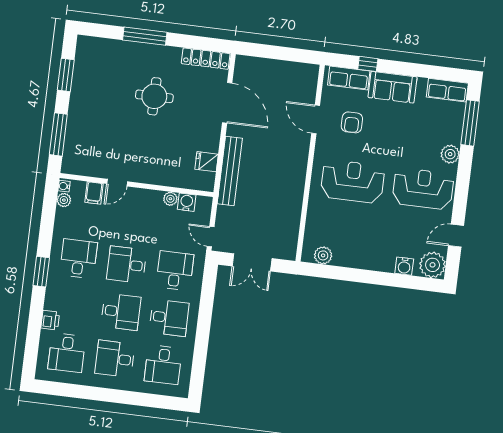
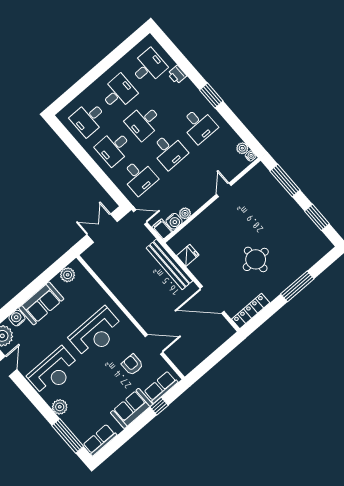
filing cabinet: (94, 193) -> (162, 229), moved
sofa: (371, 256) -> (41, 303), added
desk: (127, 265) -> (169, 151), turned 90
desk: (67, 353) -> (148, 67), turned 90
desk: (163, 365) -> (89, 119), turned -90

